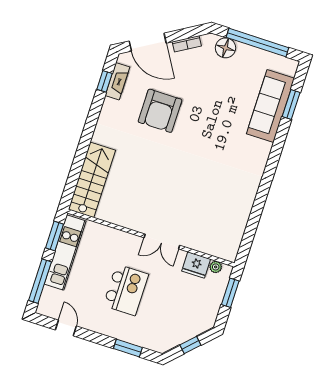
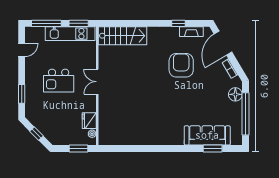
window: (104, 81) -> (178, 23), moved
armchair: (160, 111) -> (181, 65), turned 90
double door: (162, 241) -> (97, 82), moved

